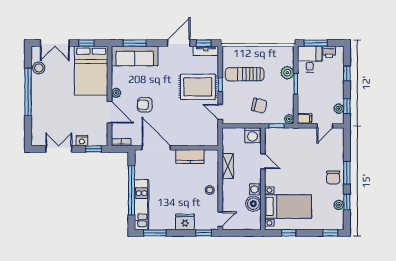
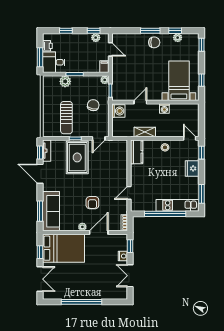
stool: (39, 68) -> (61, 293), removed
door: (156, 148) -> (129, 193), width x0.53
kitchen counter: (190, 157) -> (137, 152), moved
boiler: (253, 204) -> (177, 110), removed

